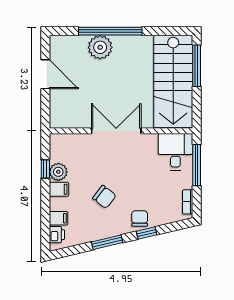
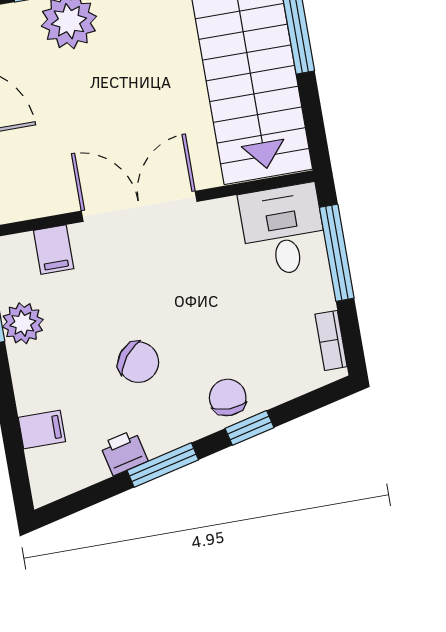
filing cabinet: (59, 189) -> (54, 250), moved, turned 90
printer: (57, 235) -> (124, 453), moved, turned -103

